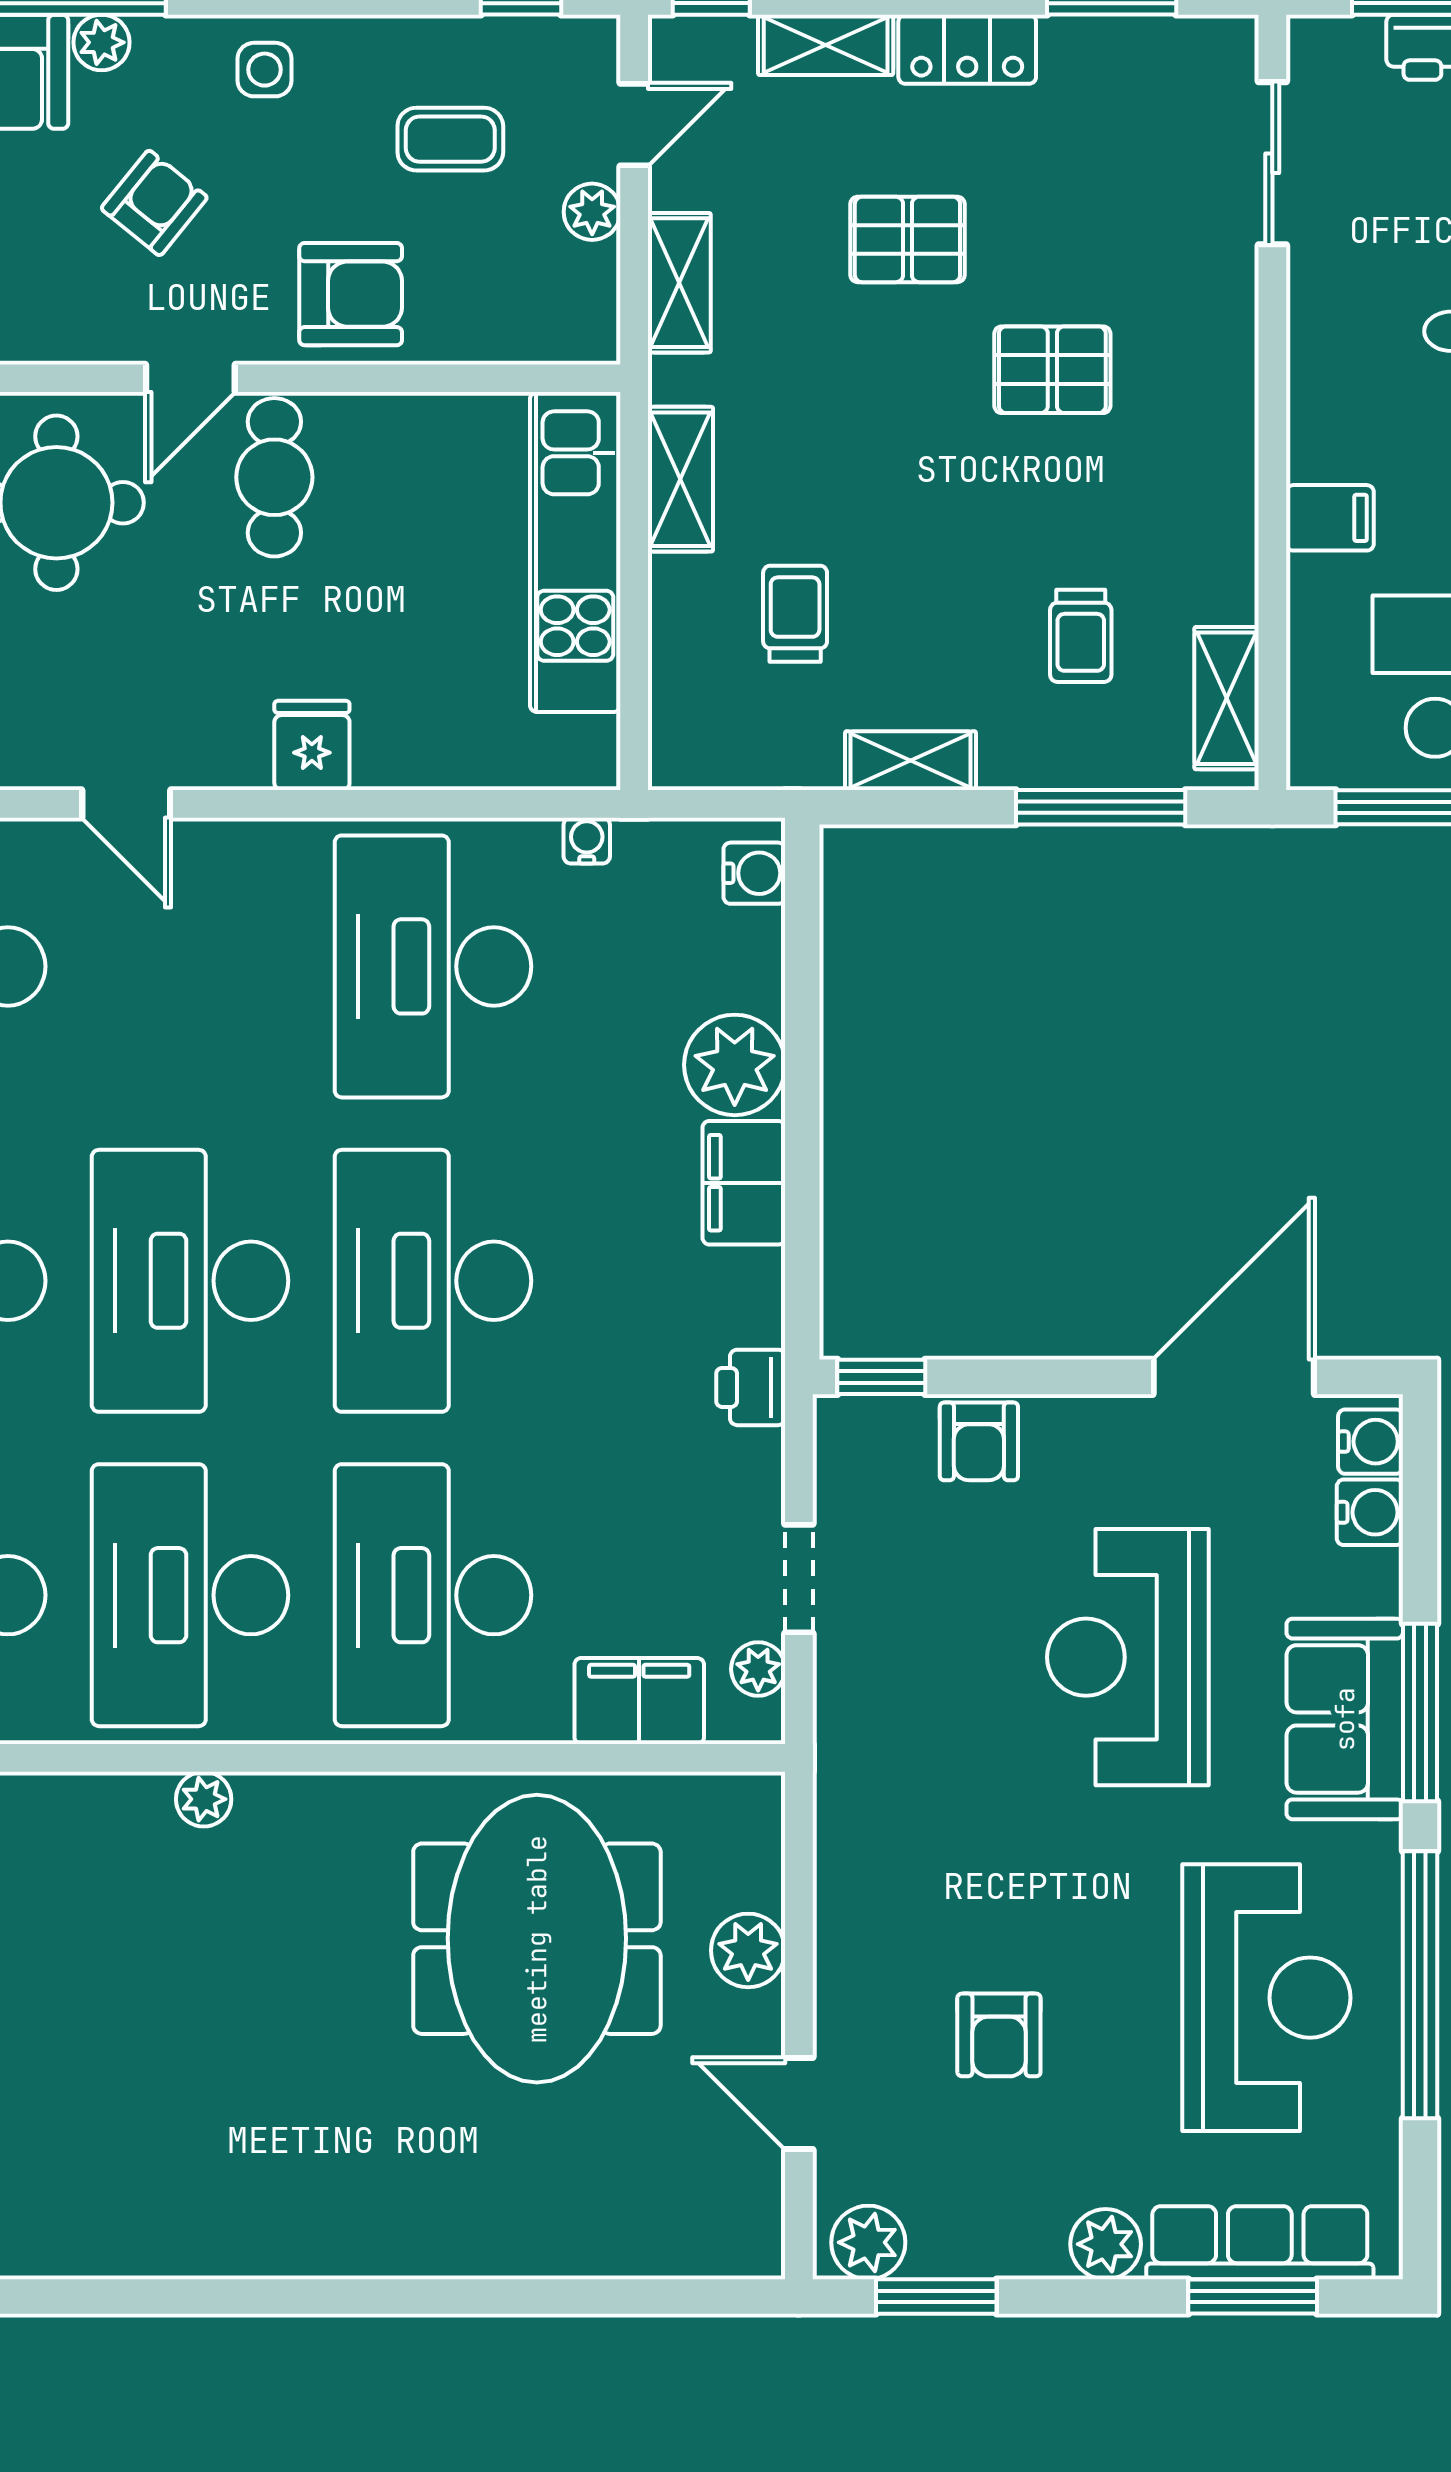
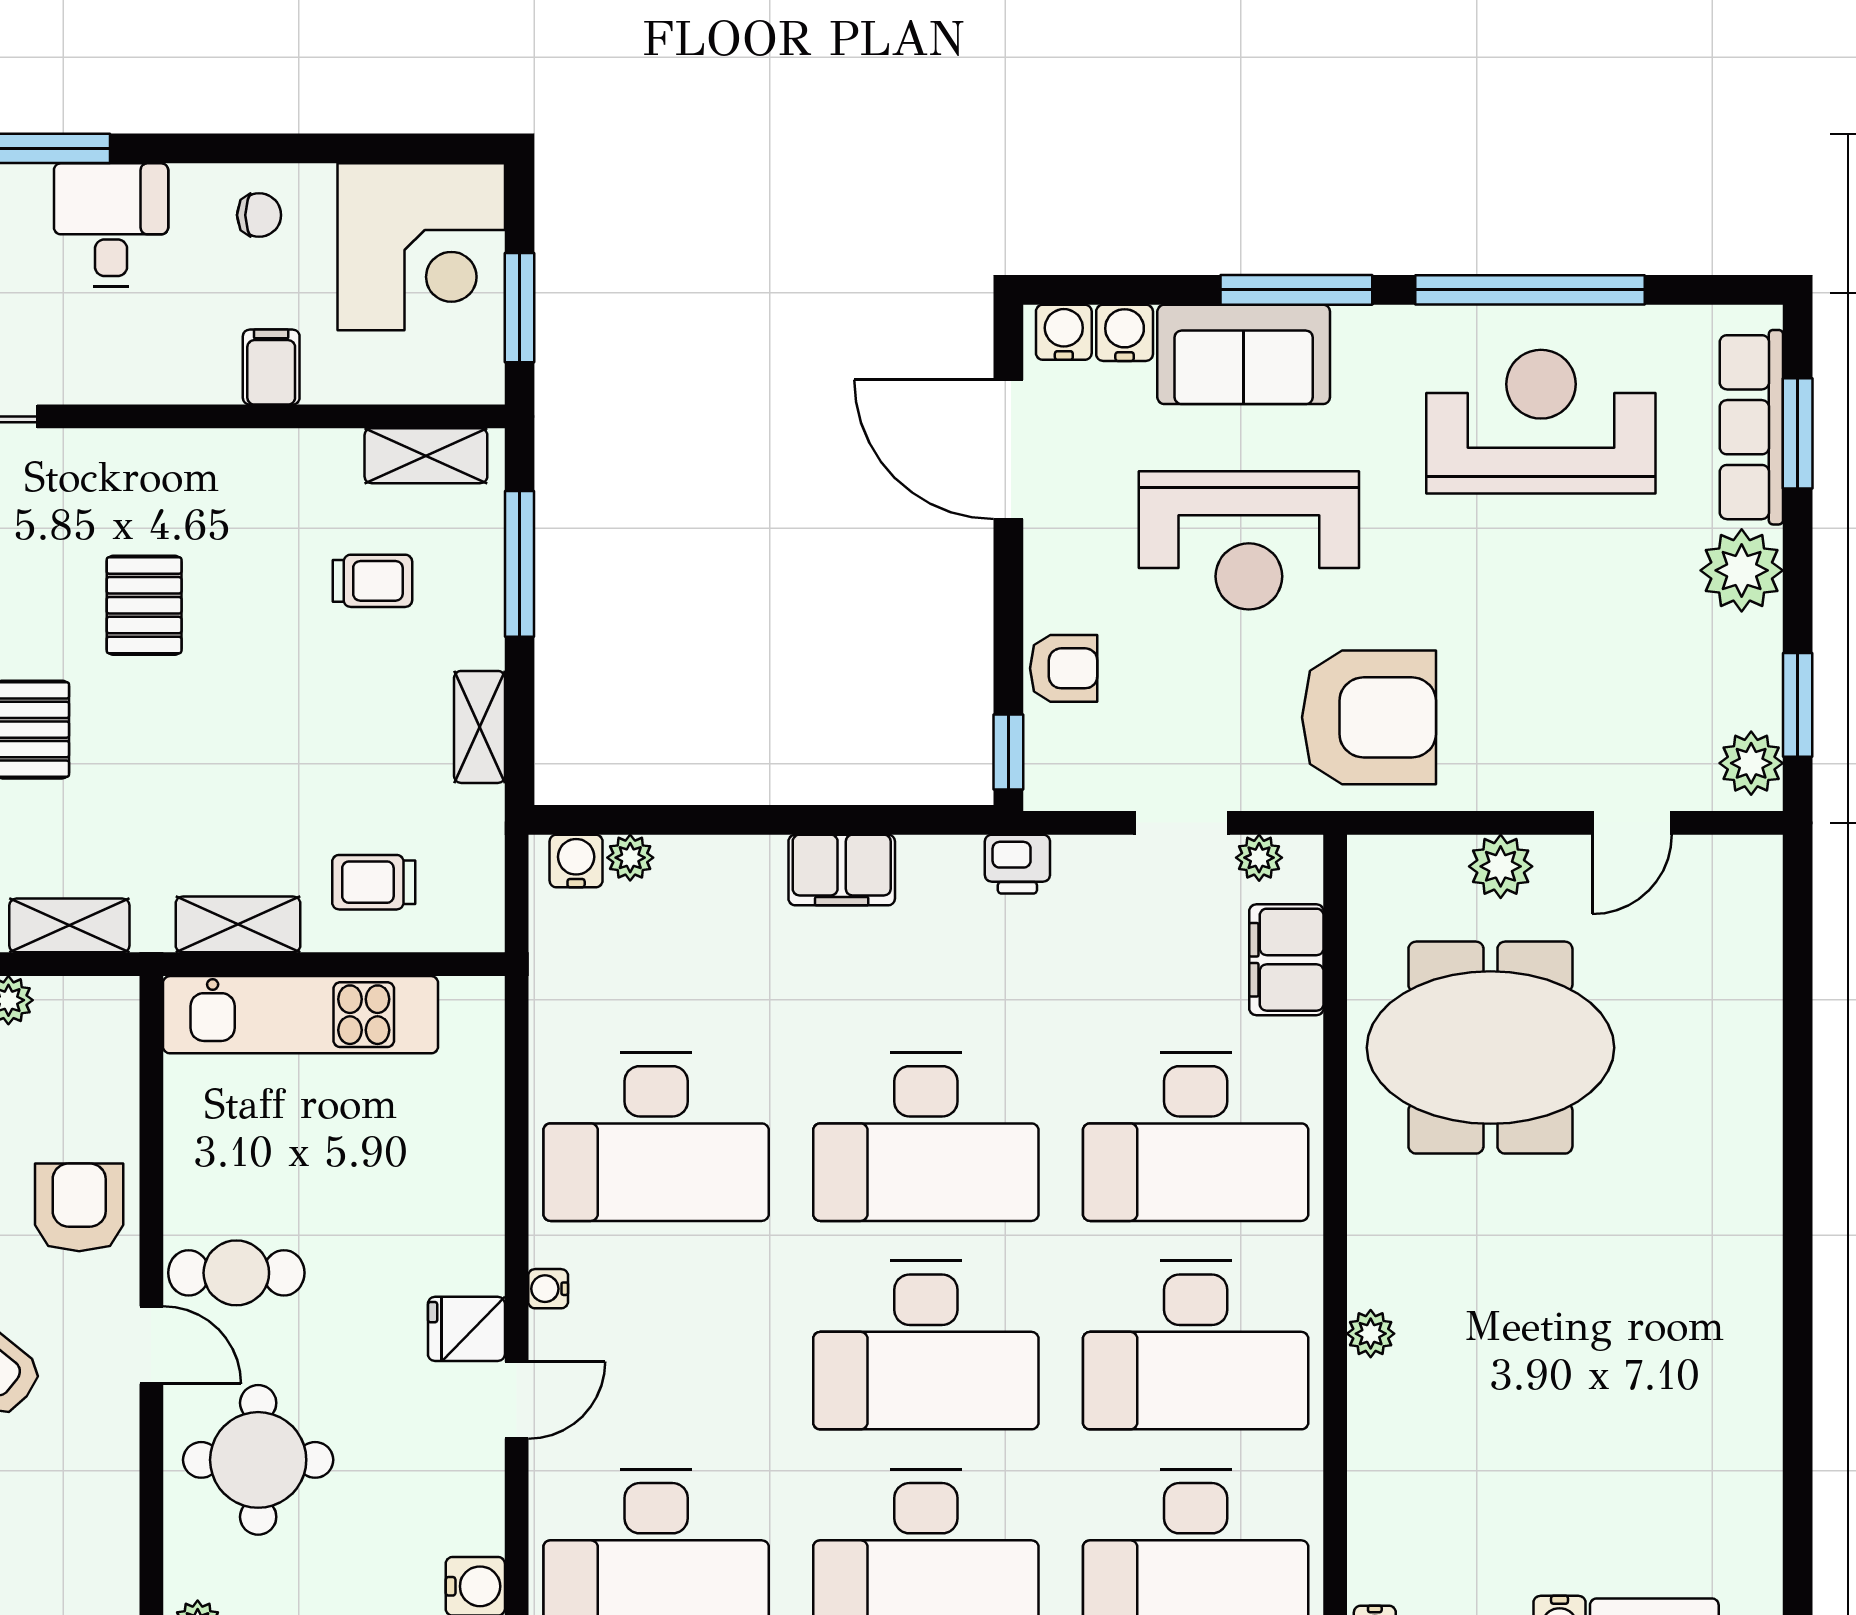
trolley: (795, 614) -> (374, 882), moved
fridge: (312, 745) -> (466, 1329), moved
water cooler: (587, 841) -> (548, 1289), moved
plant: (735, 1065) -> (630, 858), moved, width x0.53, depth x0.53
sofa: (1345, 1719) -> (1244, 354), moved
armchair: (999, 2035) -> (1369, 717), moved, width x1.88, depth x1.88
plant: (1106, 2244) -> (1742, 570), width x1.36, depth x1.36

